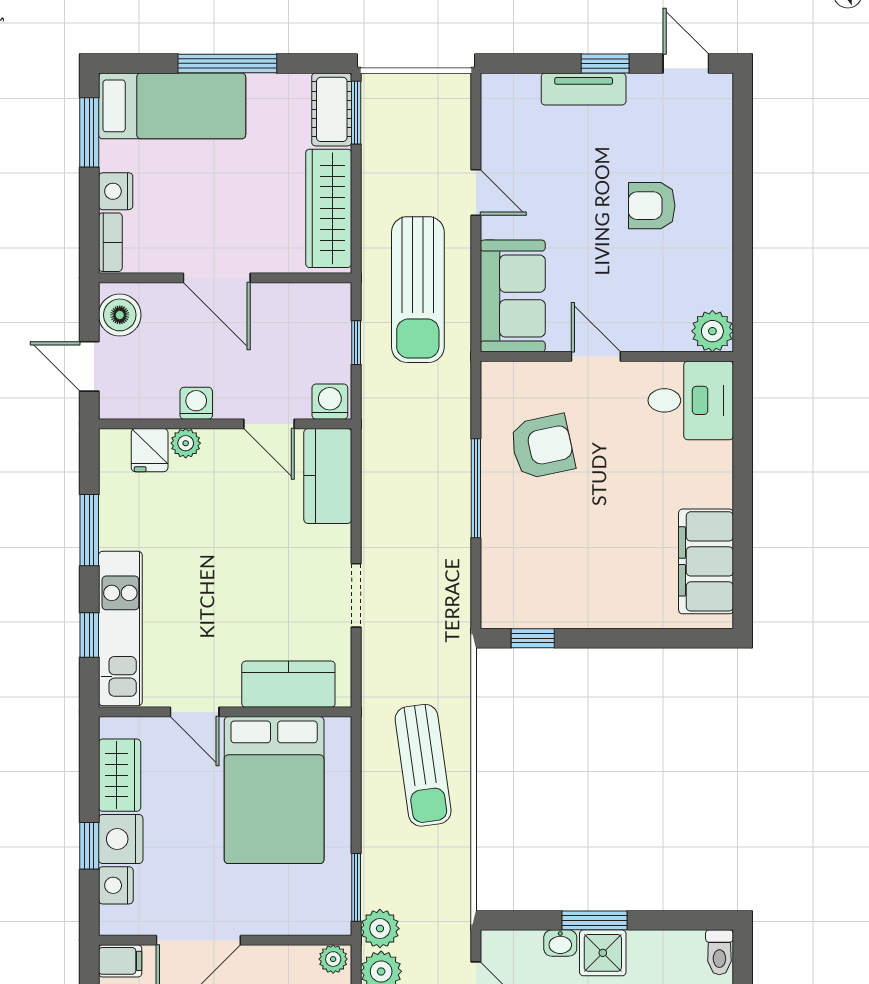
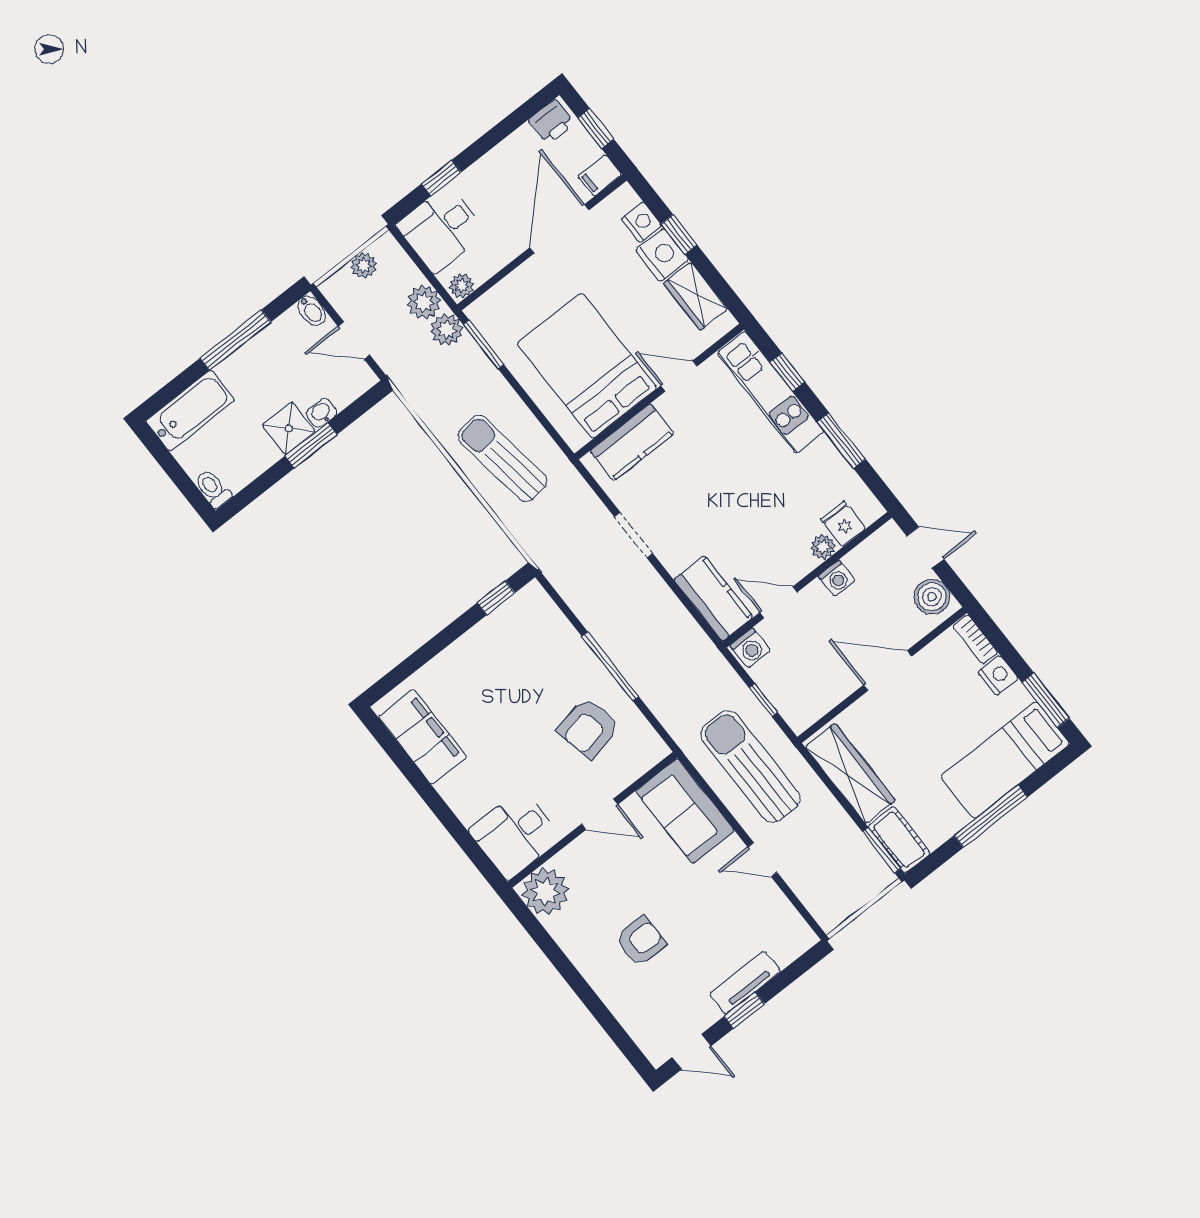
plant: (712, 331) -> (545, 892), width x1.36, depth x1.36

